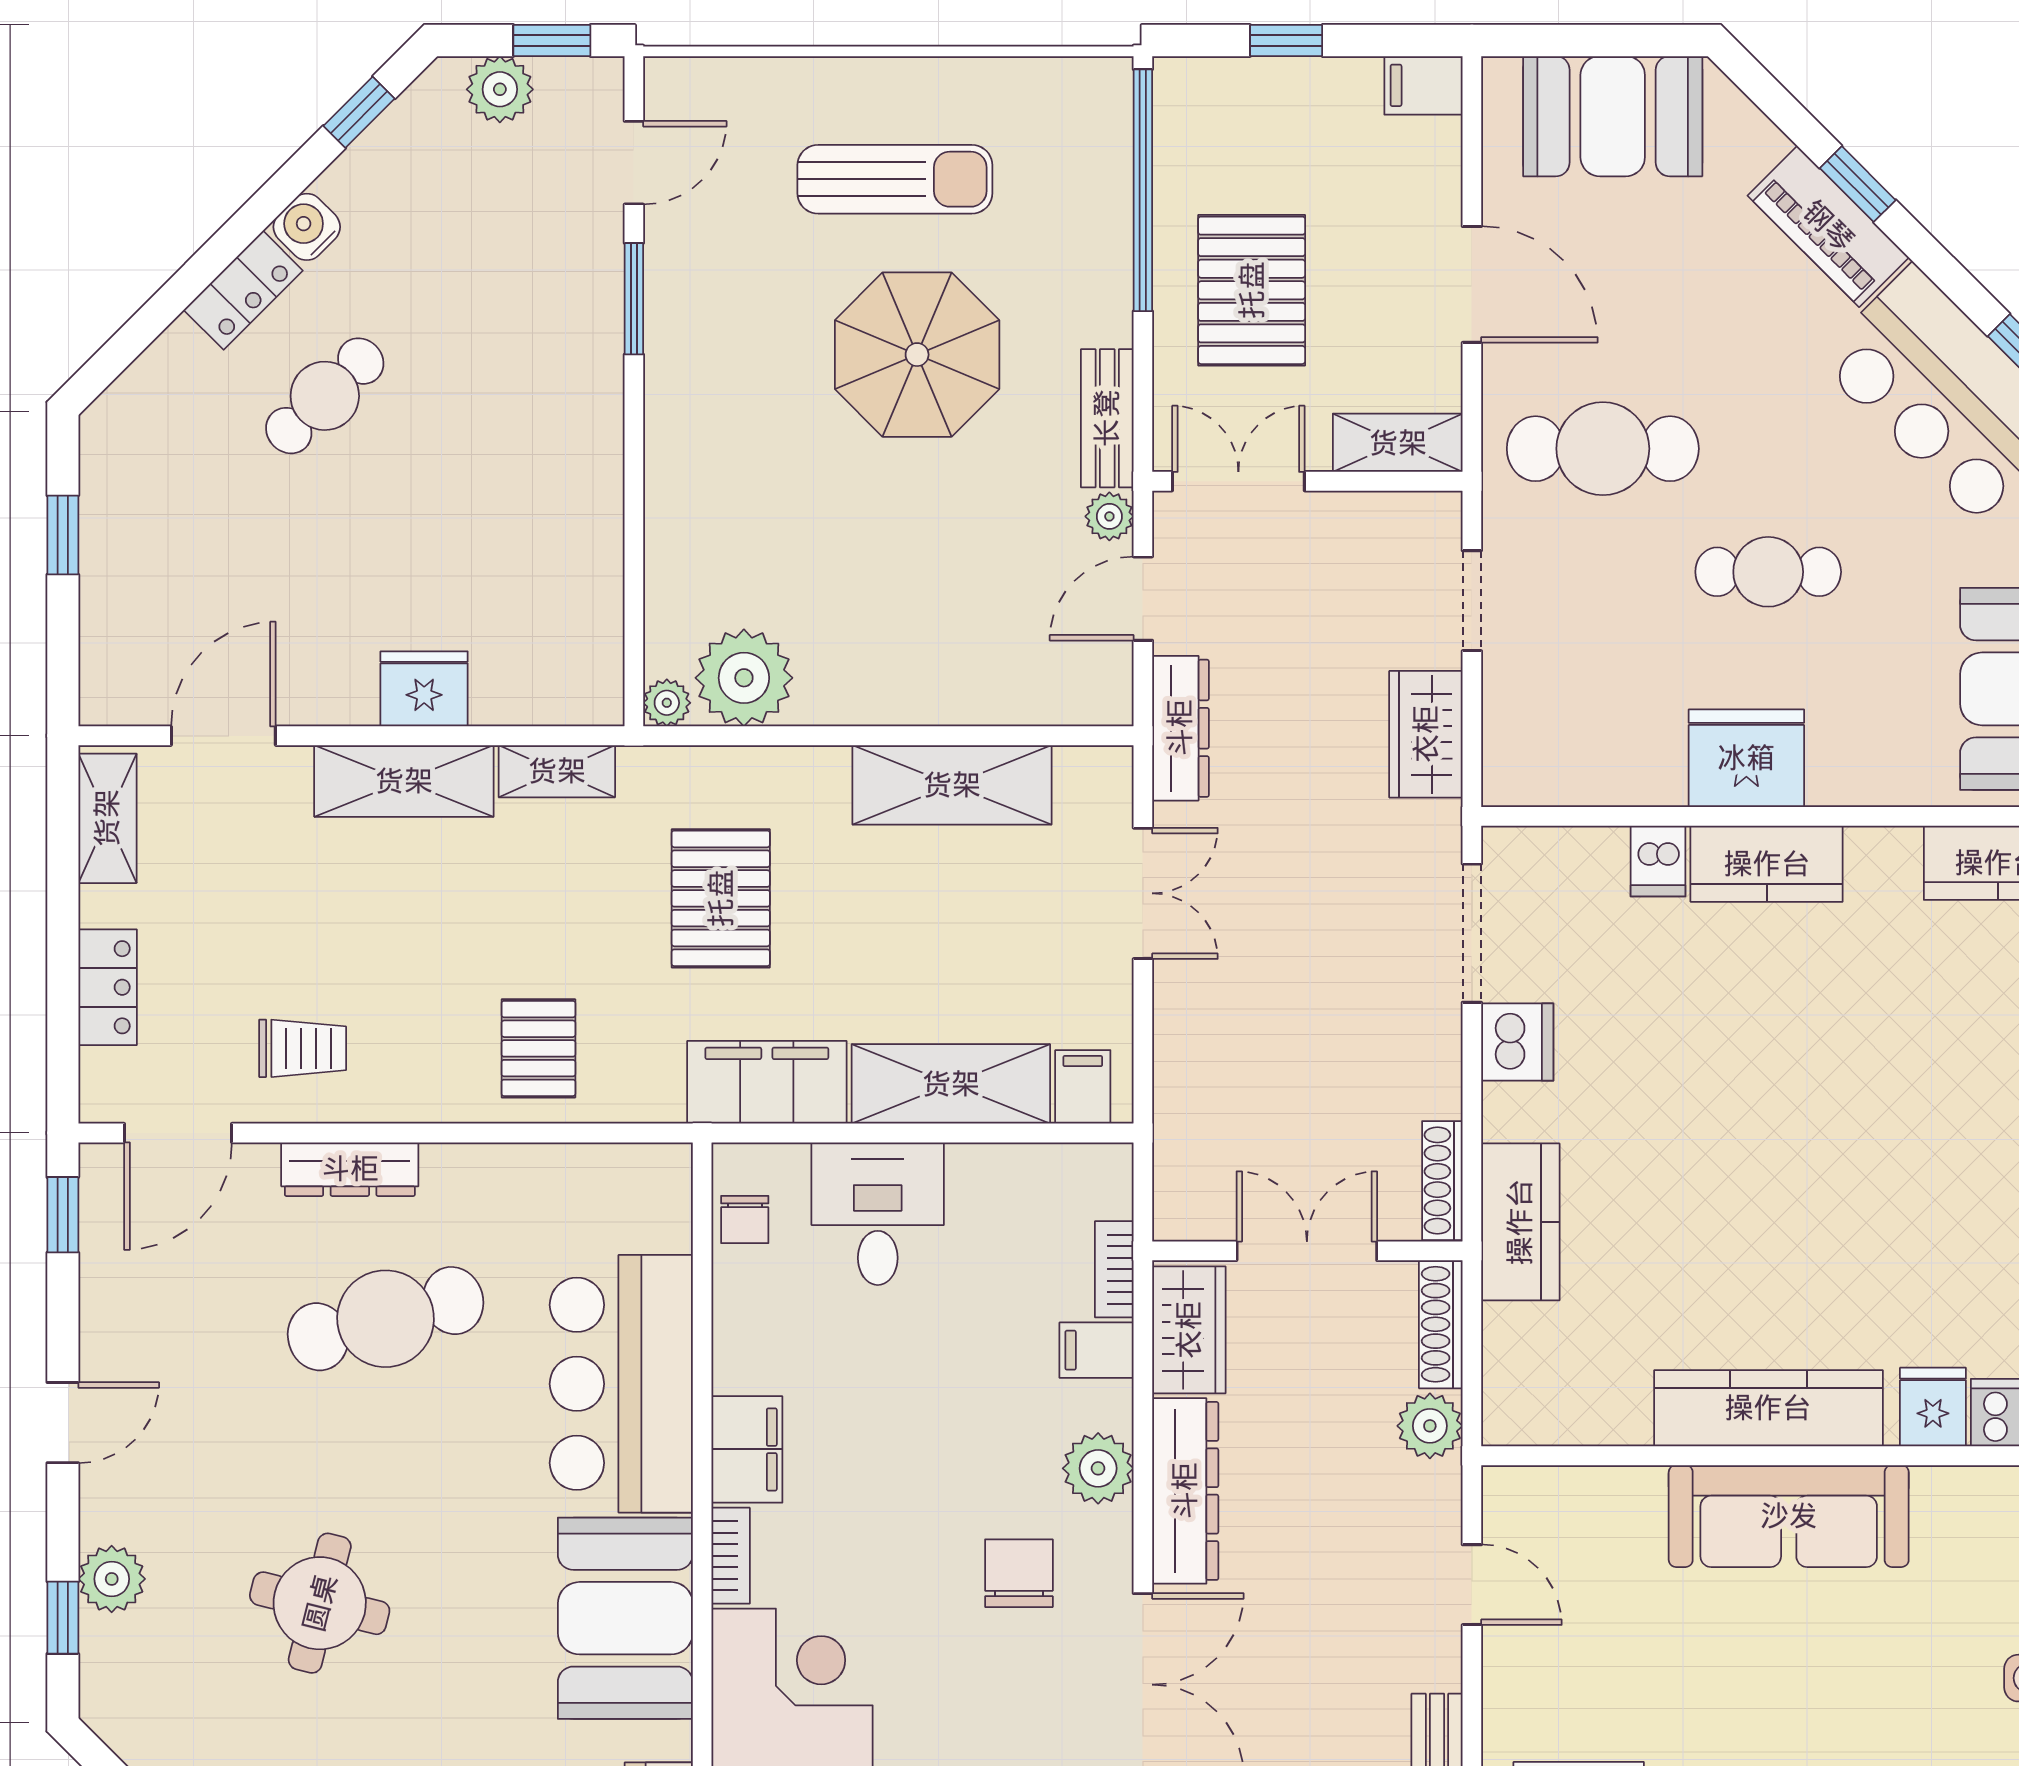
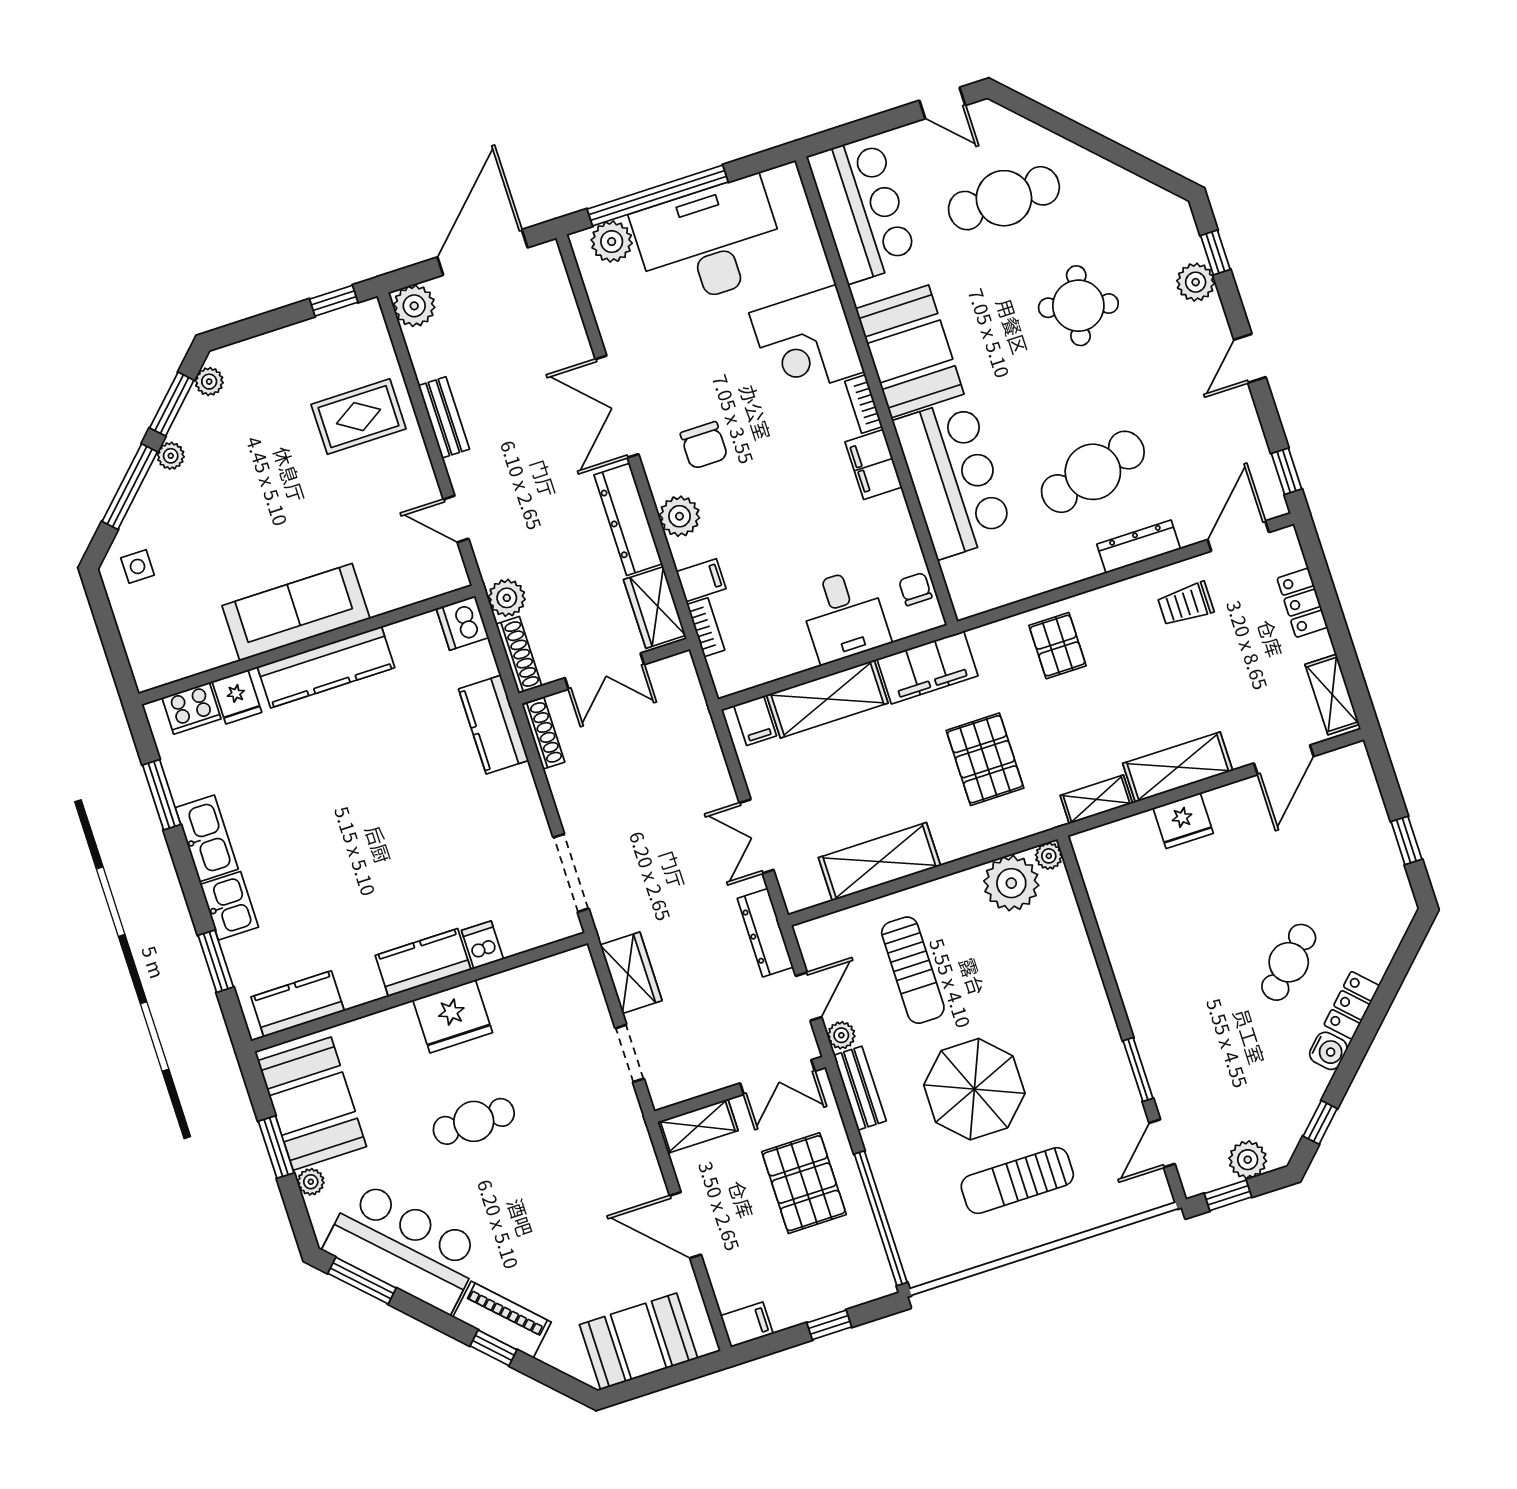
cafe table: (1603, 449) -> (585, 1159), removed
sun lounger: (955, 586) -> (913, 970), added
dishwasher: (1517, 1042) -> (463, 623), moved

